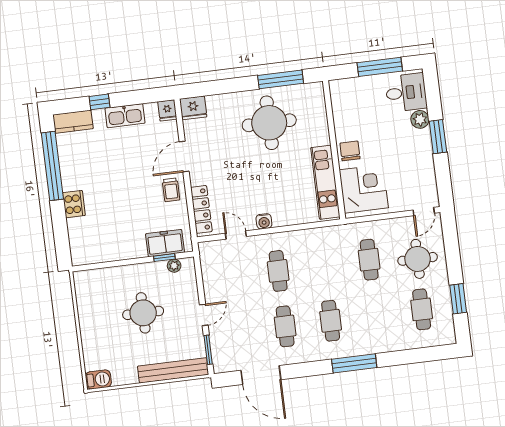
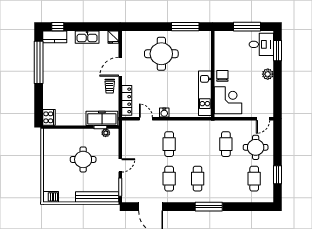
window: (100, 102) -> (58, 27), moved
fridge: (193, 108) -> (129, 38), removed
plant: (420, 119) -> (268, 74), moved
round table: (269, 123) -> (161, 54), moved
window: (438, 137) -> (277, 51), moved
cooker: (74, 204) -> (49, 117), moved
freezer: (165, 243) -> (102, 118), width x1.40

